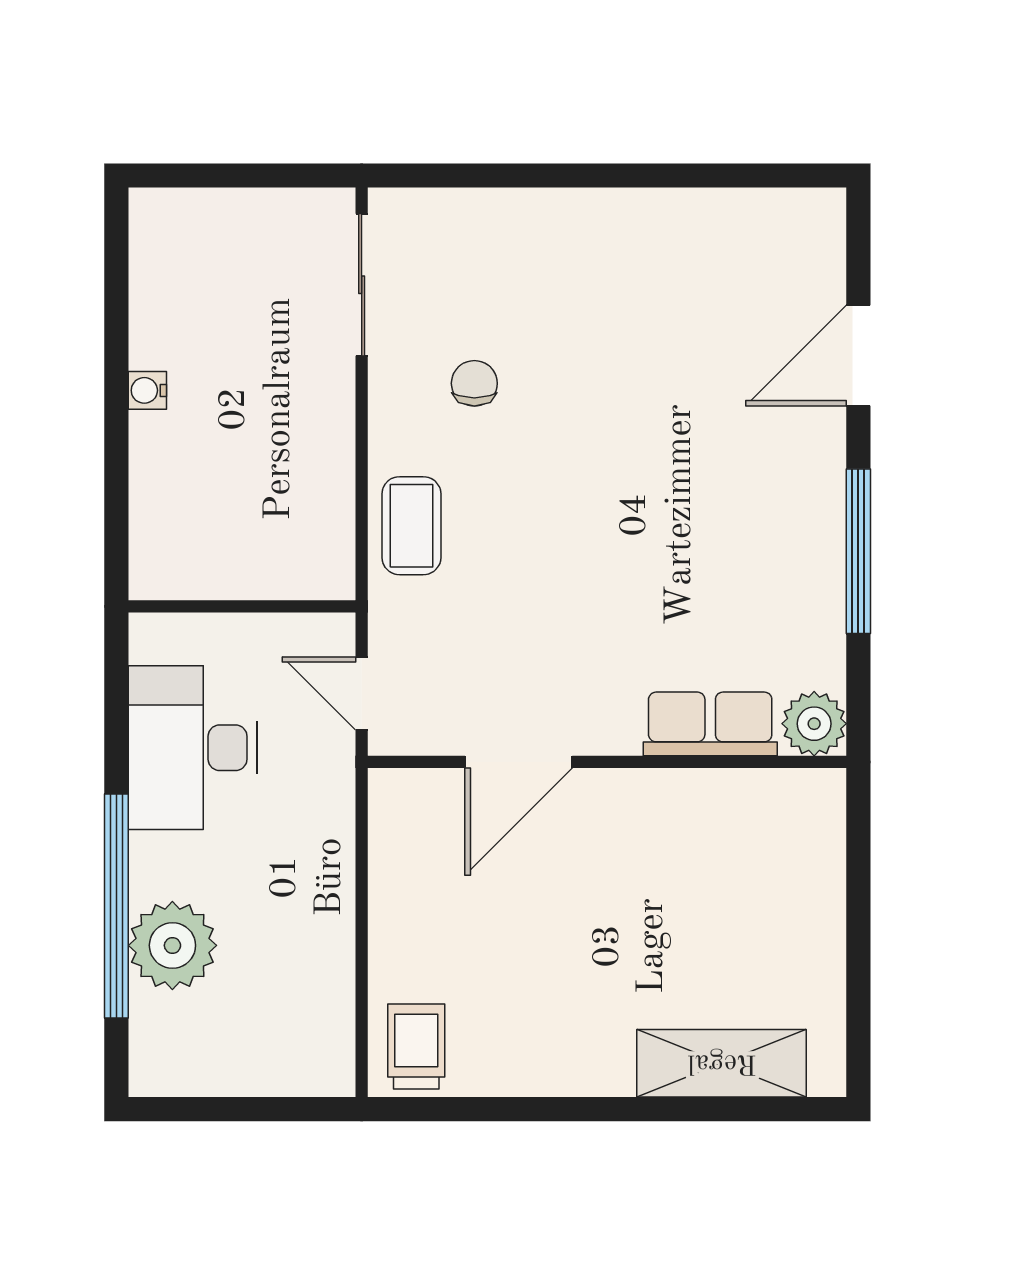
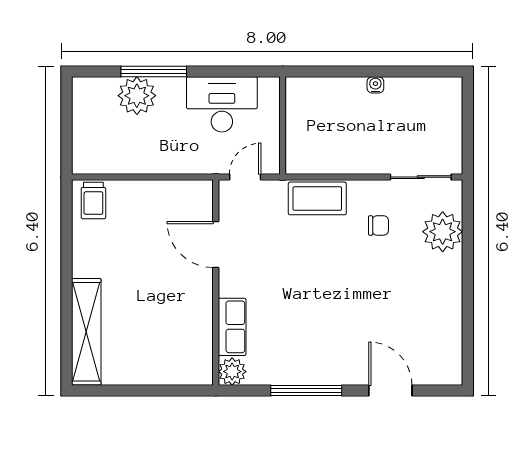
plant: (489, 234) -> (443, 232), added
coffee table: (411, 526) -> (317, 198), width x1.36, depth x1.30
window: (116, 906) -> (154, 72), width x0.68
trolley: (416, 1046) -> (93, 201), turned 90
shelving: (722, 1063) -> (86, 332), width x1.47

